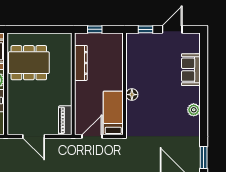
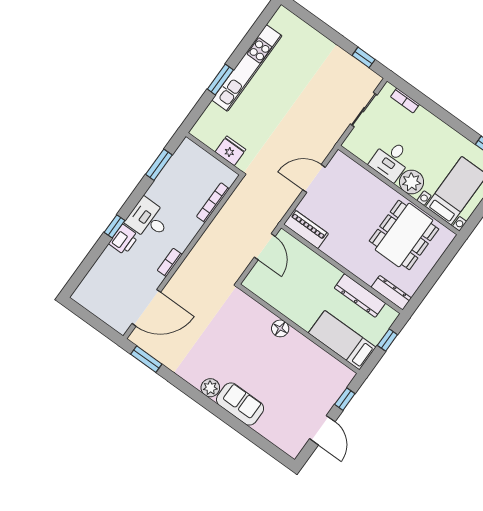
dresser: (67, 46) -> (391, 293), added
sofa: (191, 70) -> (240, 404), moved
bed: (113, 113) -> (342, 340), moved, turned 180

